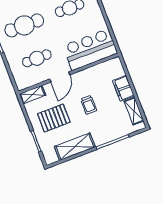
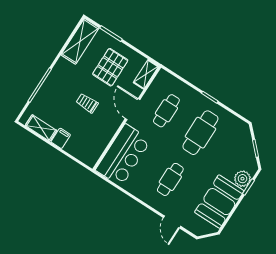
filing cabinet: (123, 88) -> (61, 138), width x0.50
shelving: (75, 147) -> (80, 41), moved

